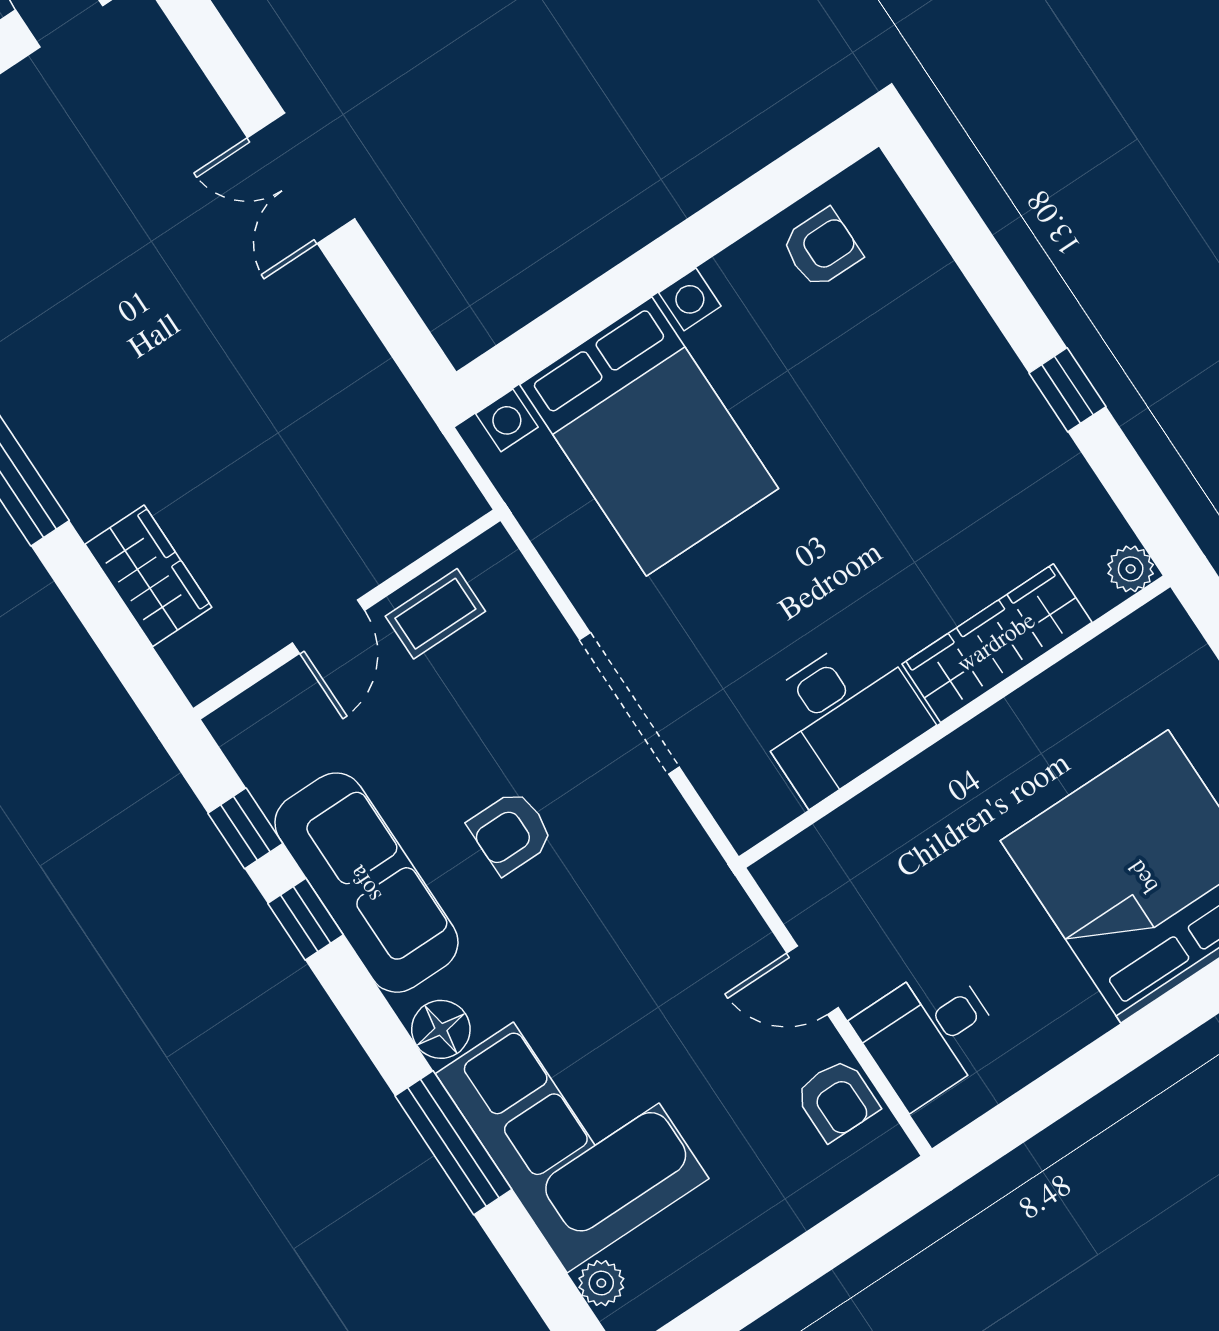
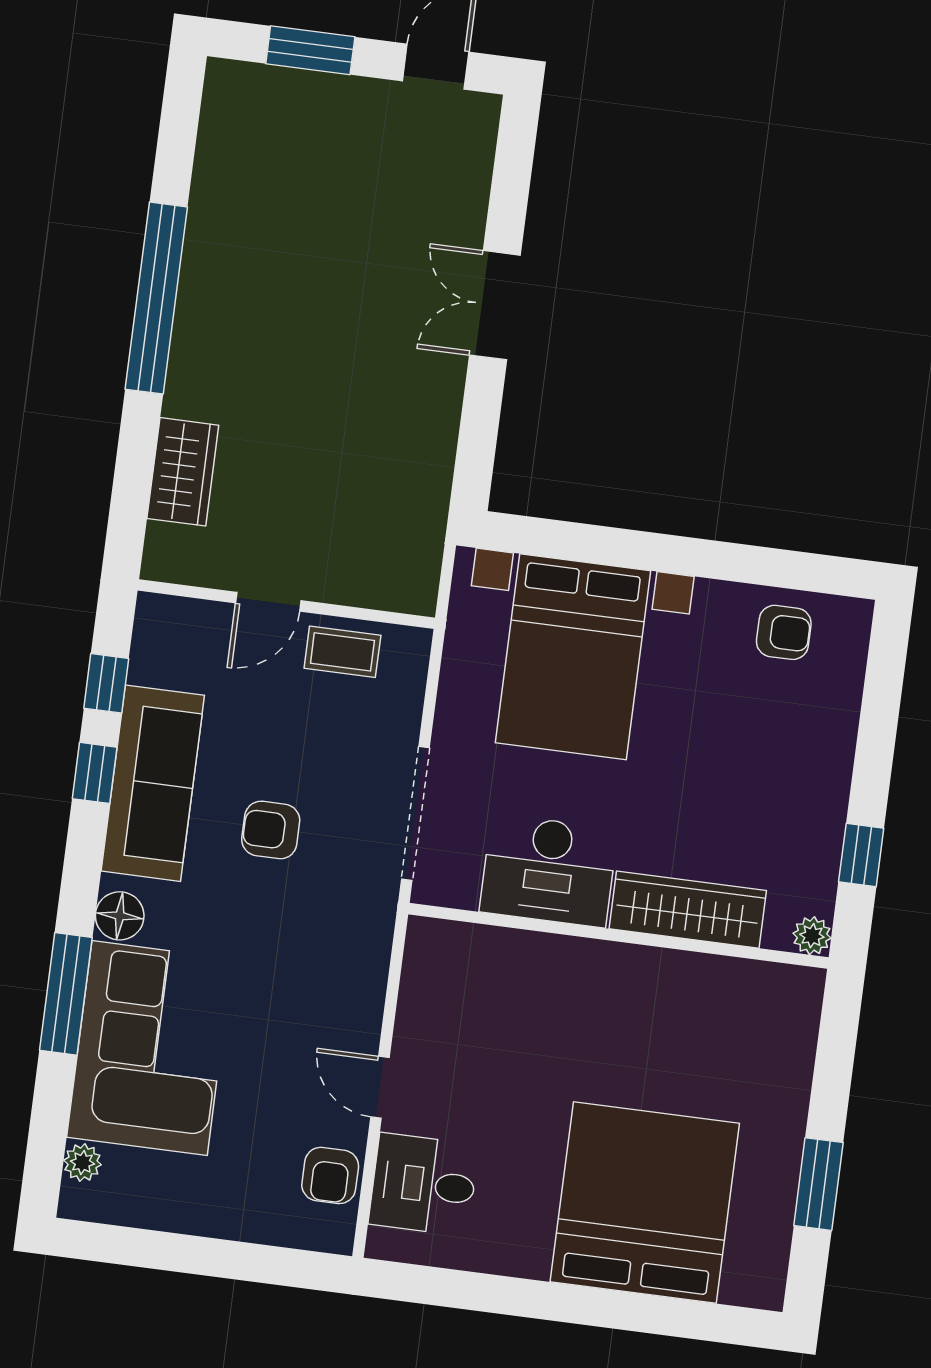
plant: (1131, 569) -> (812, 936), moved
wardrobe: (997, 643) -> (688, 910), moved
desk: (840, 717) -> (549, 870), moved
wall: (955, 722) -> (618, 936), moved

